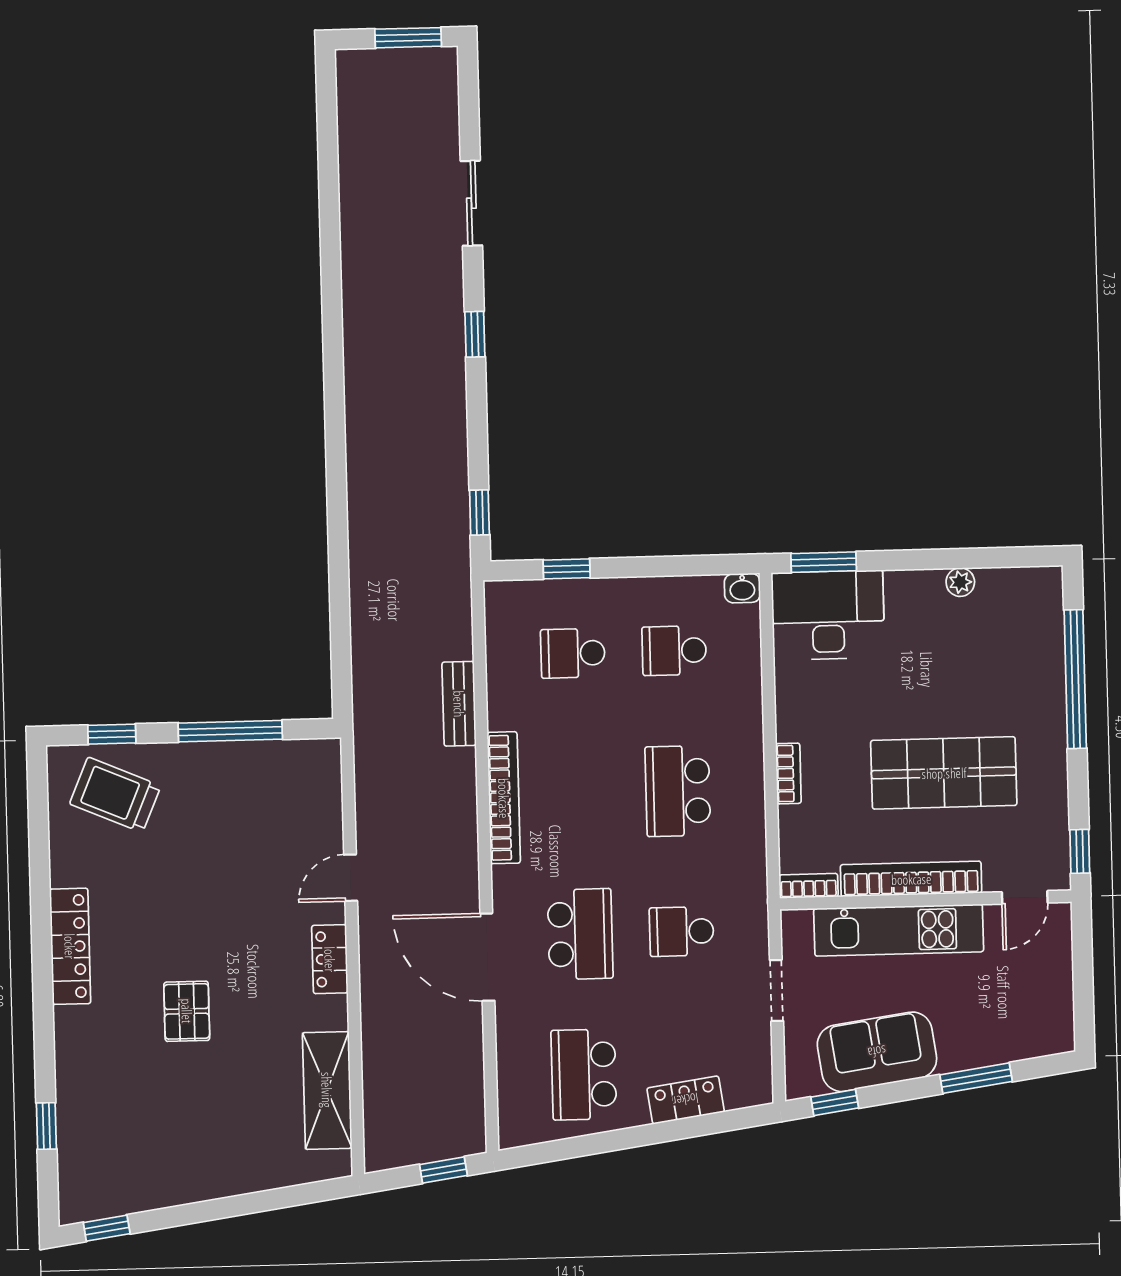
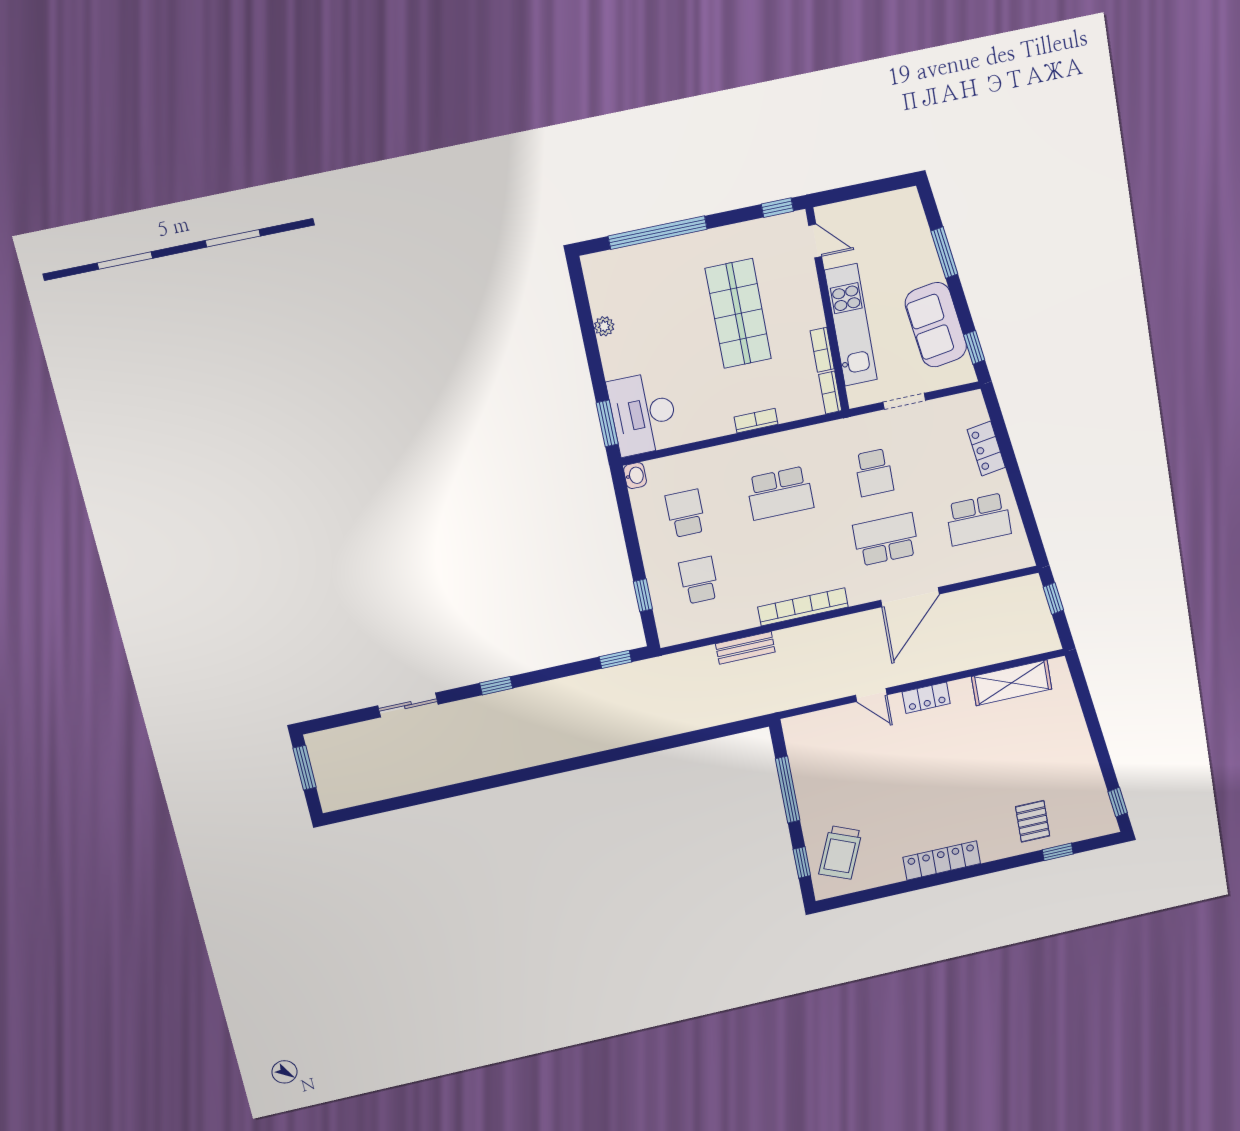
school desk: (674, 651) -> (686, 513), turned 180
school desk: (573, 653) -> (699, 580), turned 180
bookcase: (911, 879) -> (822, 350), width x0.43, depth x0.76
pallet: (187, 1011) -> (1033, 821), moved, turned 90

